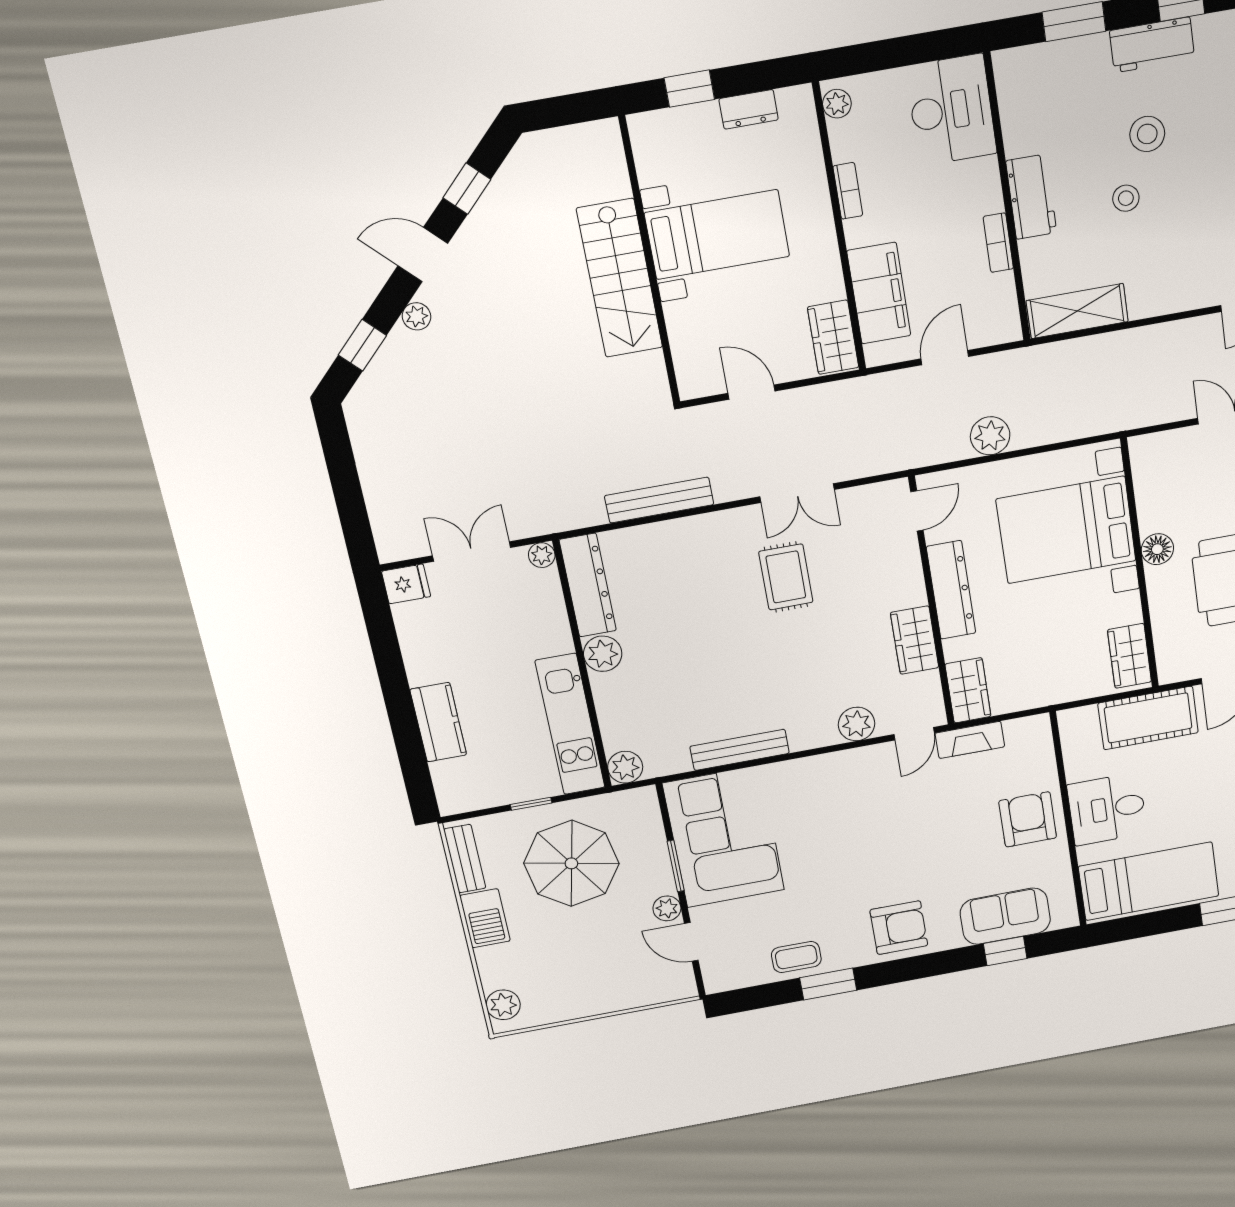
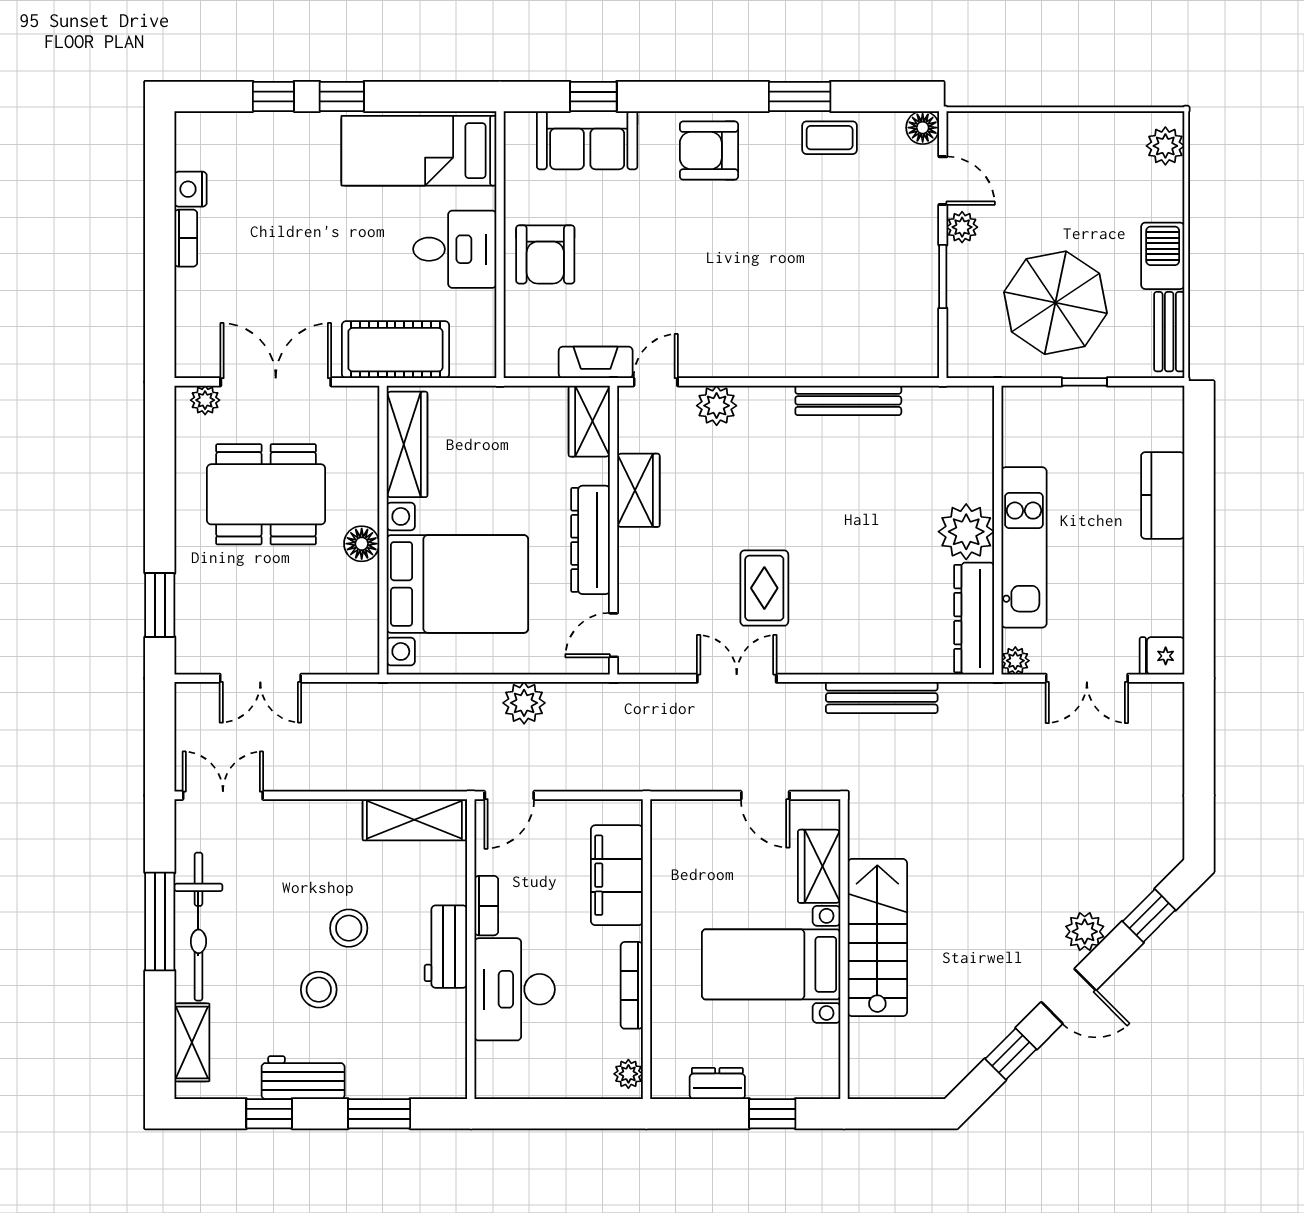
desk: (951, 110) -> (515, 989), moved
bookcase: (848, 191) -> (632, 985), width x1.56
stool: (1126, 198) -> (349, 928), width x1.37, depth x1.37
plant: (417, 316) -> (1085, 932), width x1.38, depth x1.38
wardrobe: (833, 337) -> (819, 866), moved, turned 180
door: (945, 358) -> (509, 795), moved
plant: (603, 654) -> (966, 532), width x1.36, depth x1.36
wardrobe: (1129, 656) -> (407, 444), width x1.50
kitchen unit: (570, 724) -> (1024, 547), moved
plant: (625, 767) -> (975, 405), removed
corner sofa: (724, 837) -> (884, 301), removed
floor lamp: (717, 980) -> (923, 128), added

